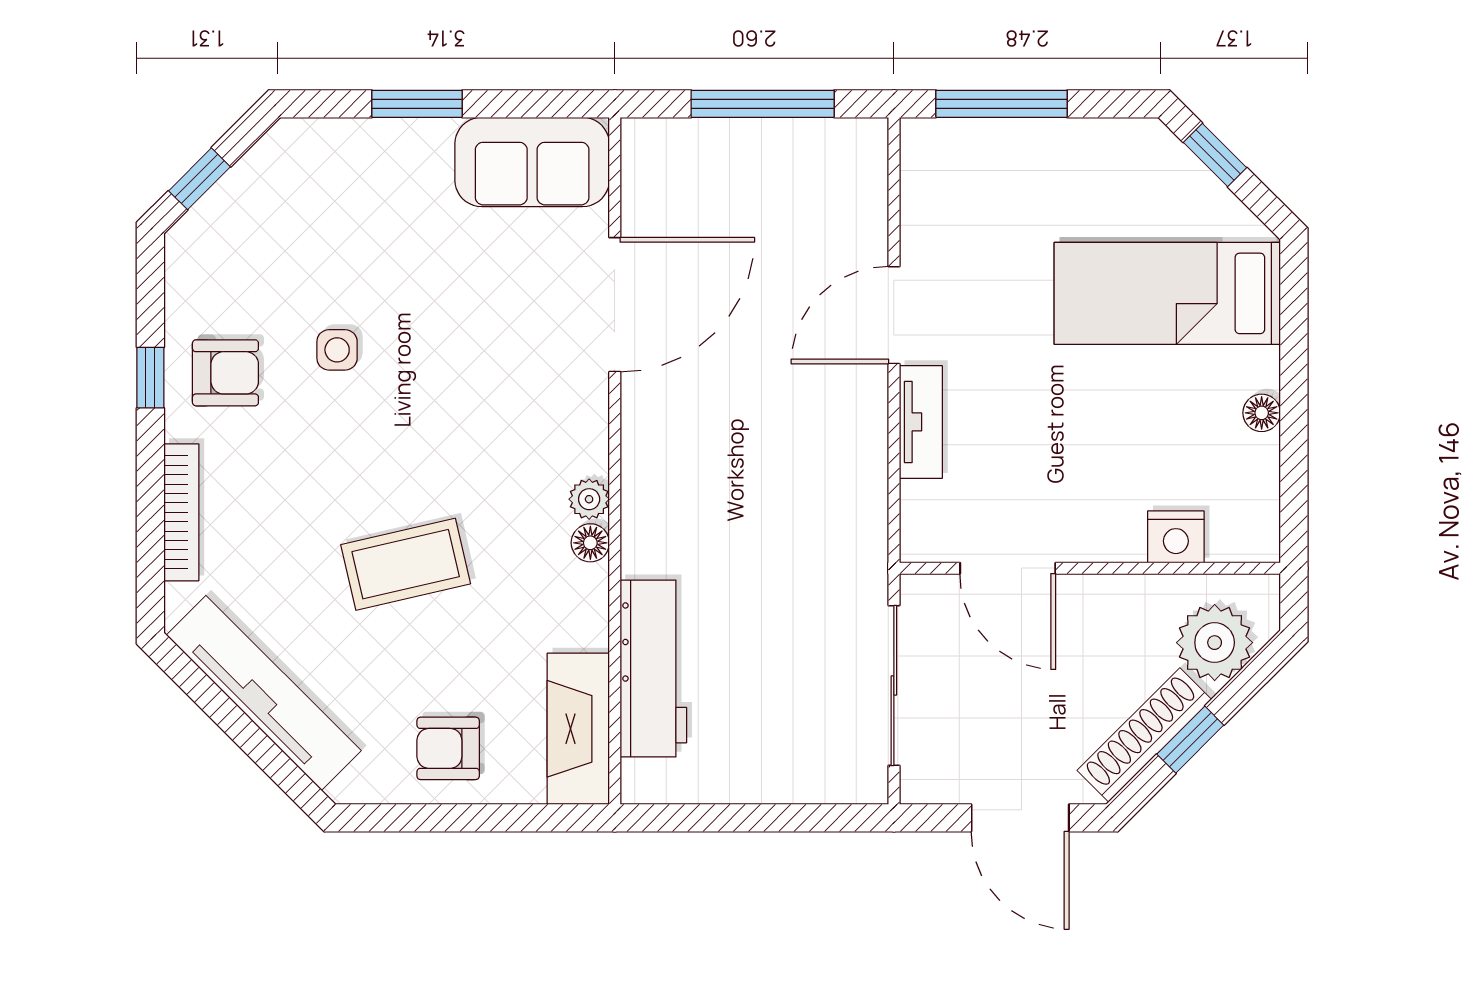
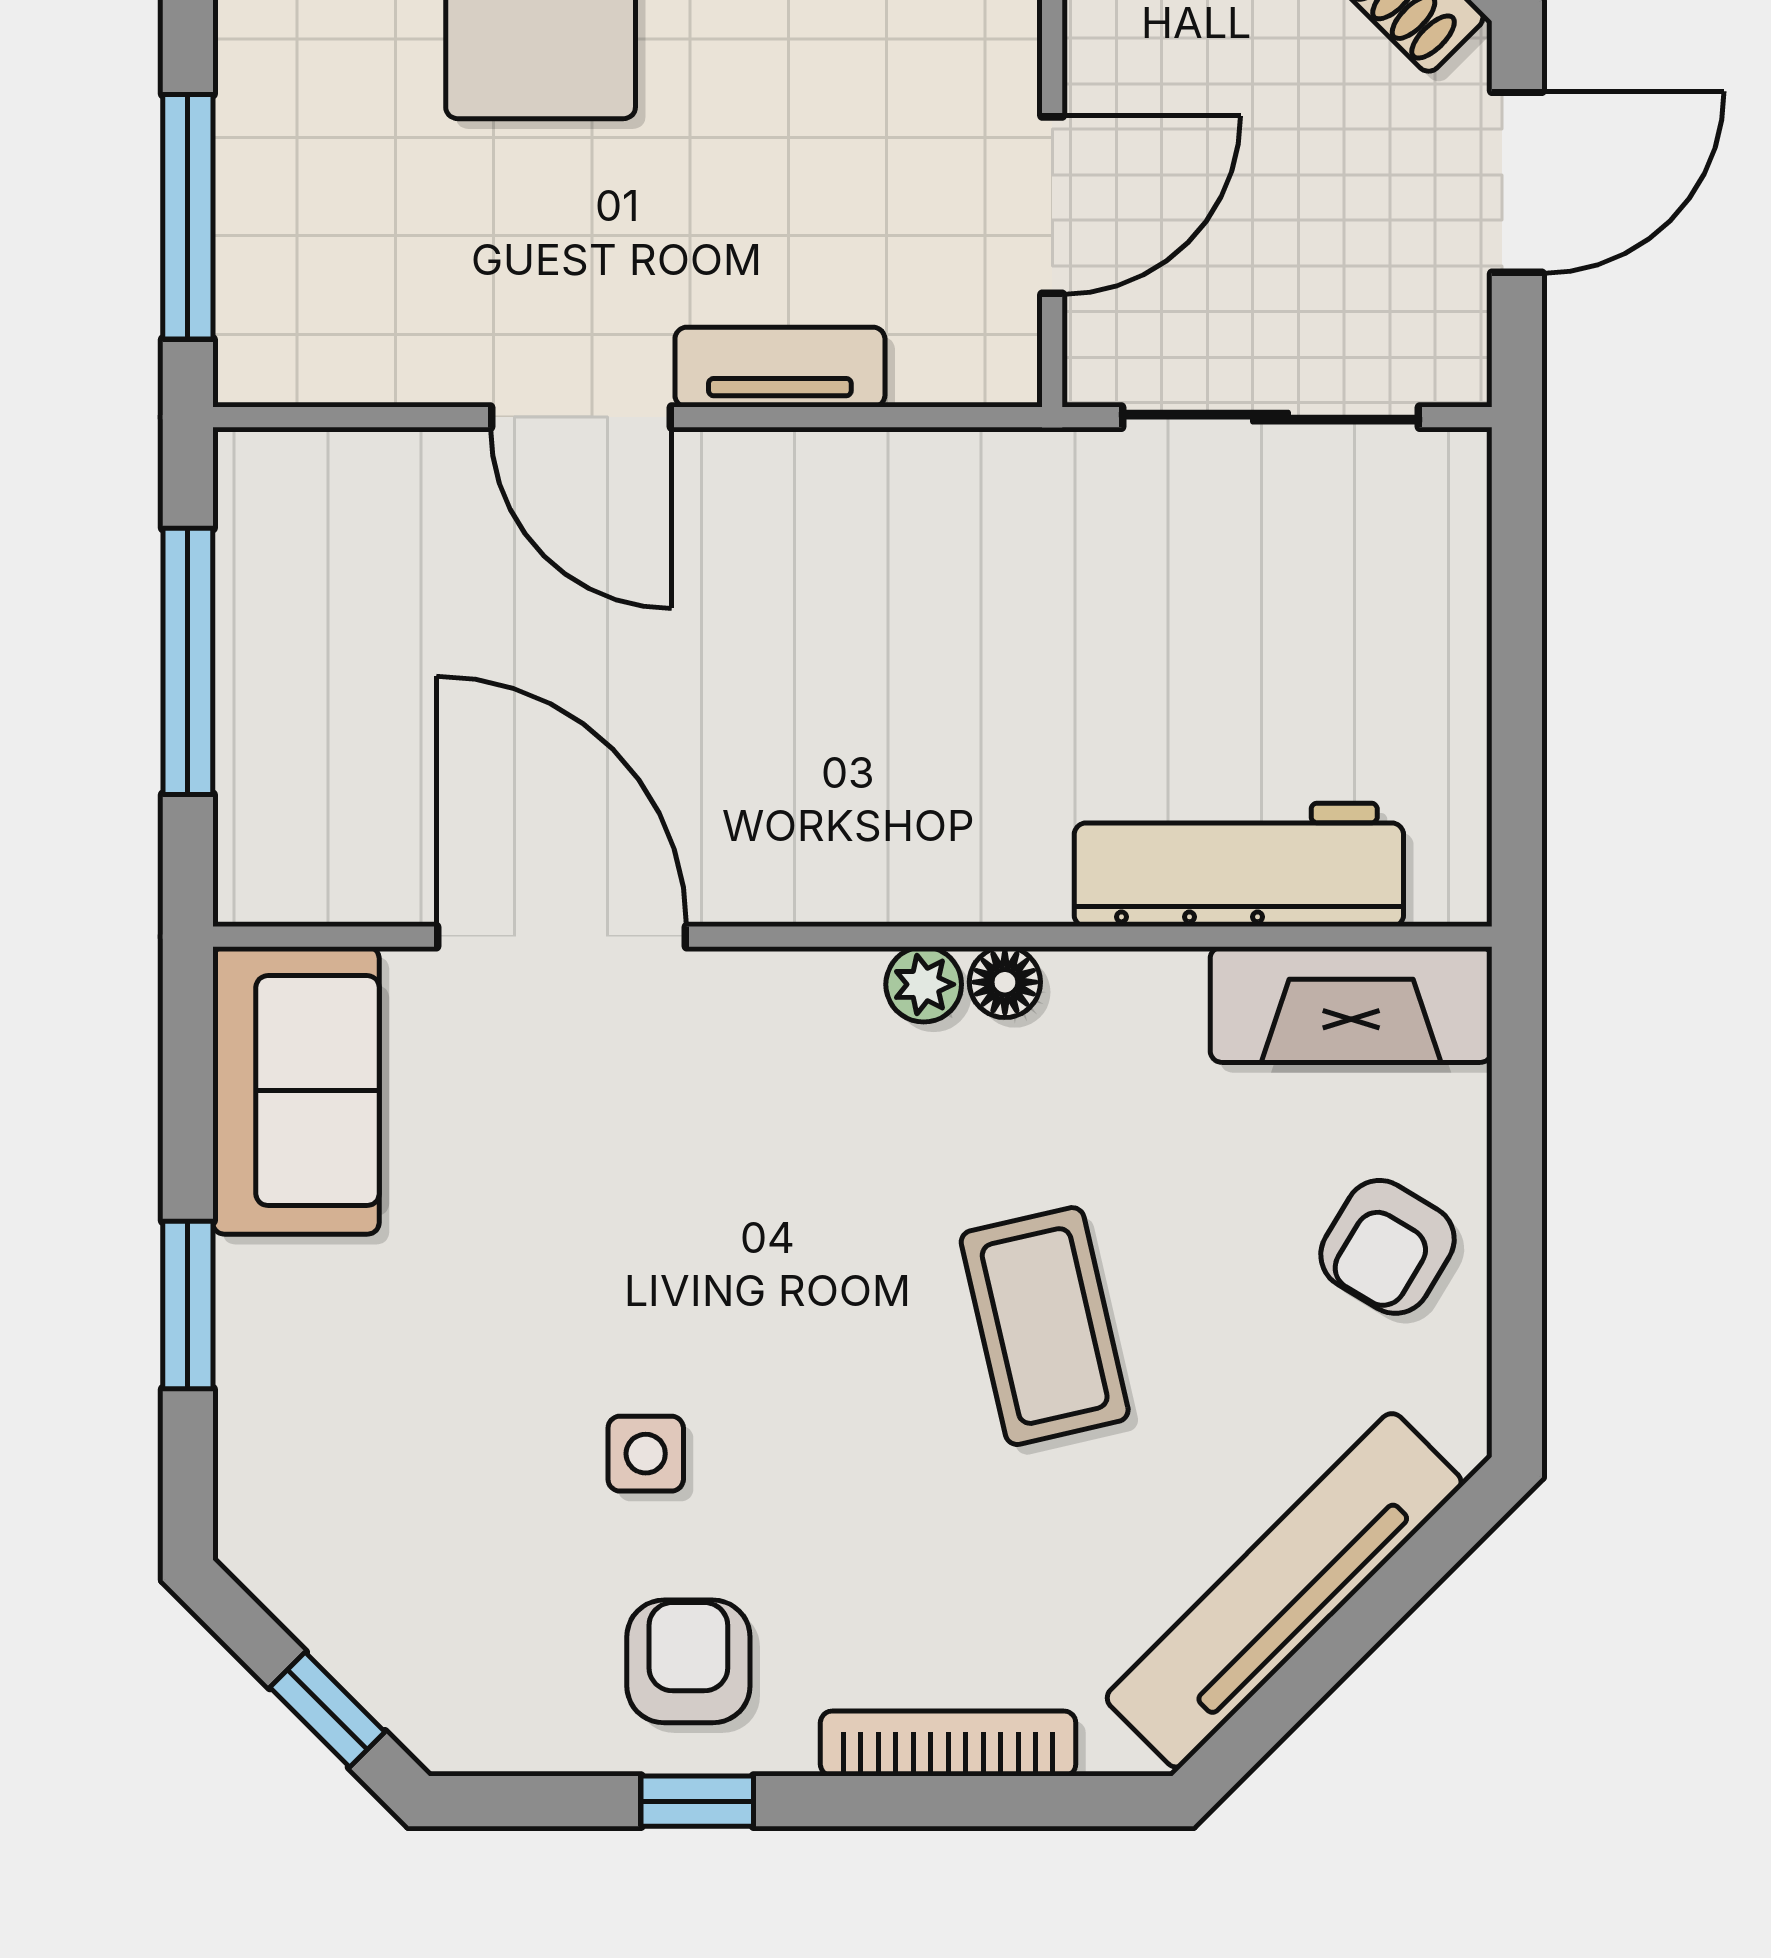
armchair: (448, 748) -> (1388, 1247), turned 31

